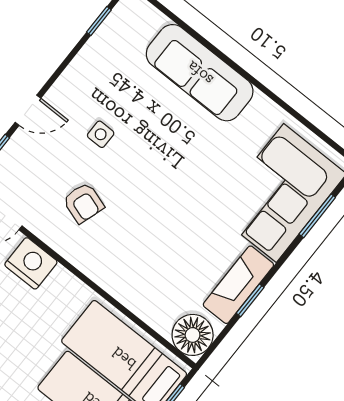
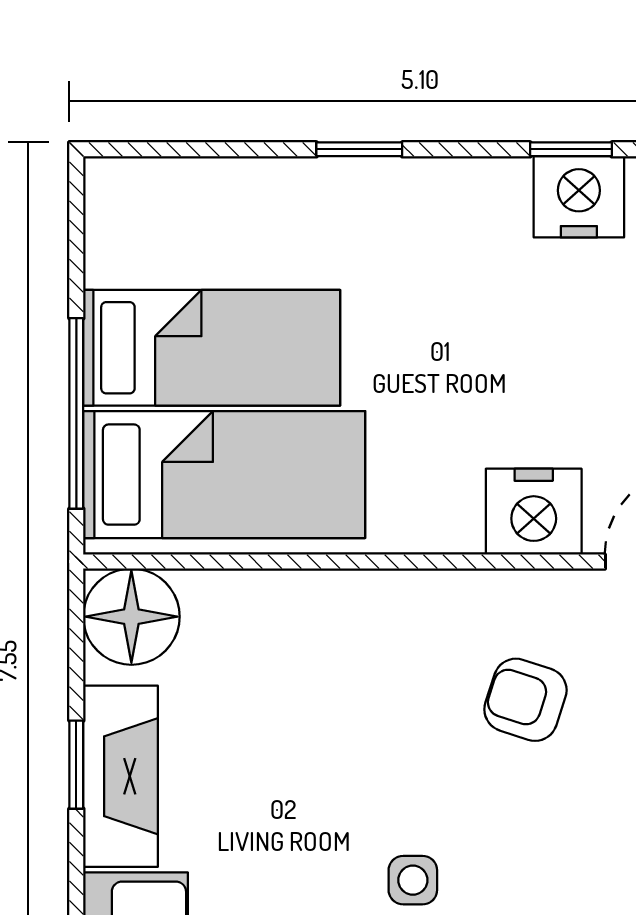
side table: (101, 134) -> (413, 880), moved

